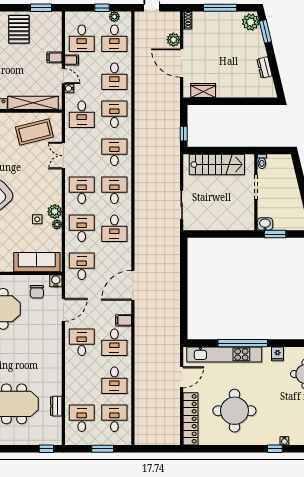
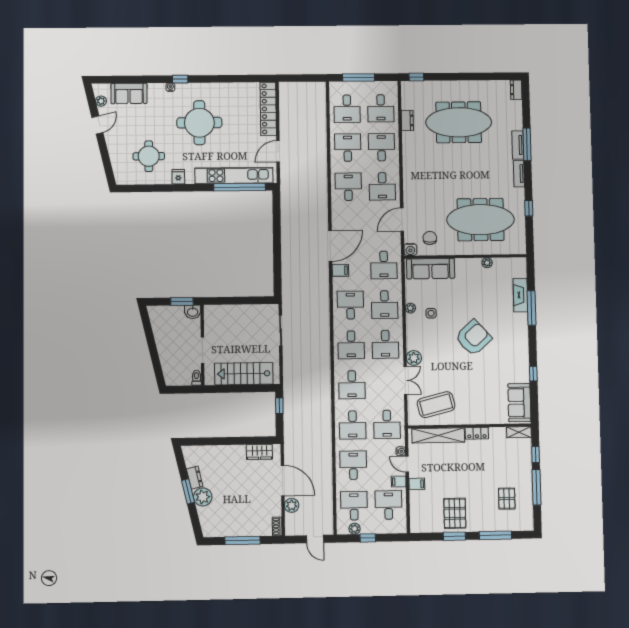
window: (41, 8) -> (454, 536), moved
plant: (251, 22) -> (203, 497), moved
window: (265, 31) -> (188, 491), moved
desk: (82, 114) -> (387, 424), turned 180
plant: (55, 212) -> (414, 358), moved
filing cabinet: (124, 320) -> (340, 270), moved
window: (243, 343) -> (240, 187), moved
desk: (82, 380) -> (381, 147), added
round table: (234, 411) -> (199, 123), moved
window: (103, 449) -> (359, 78), width x1.44

